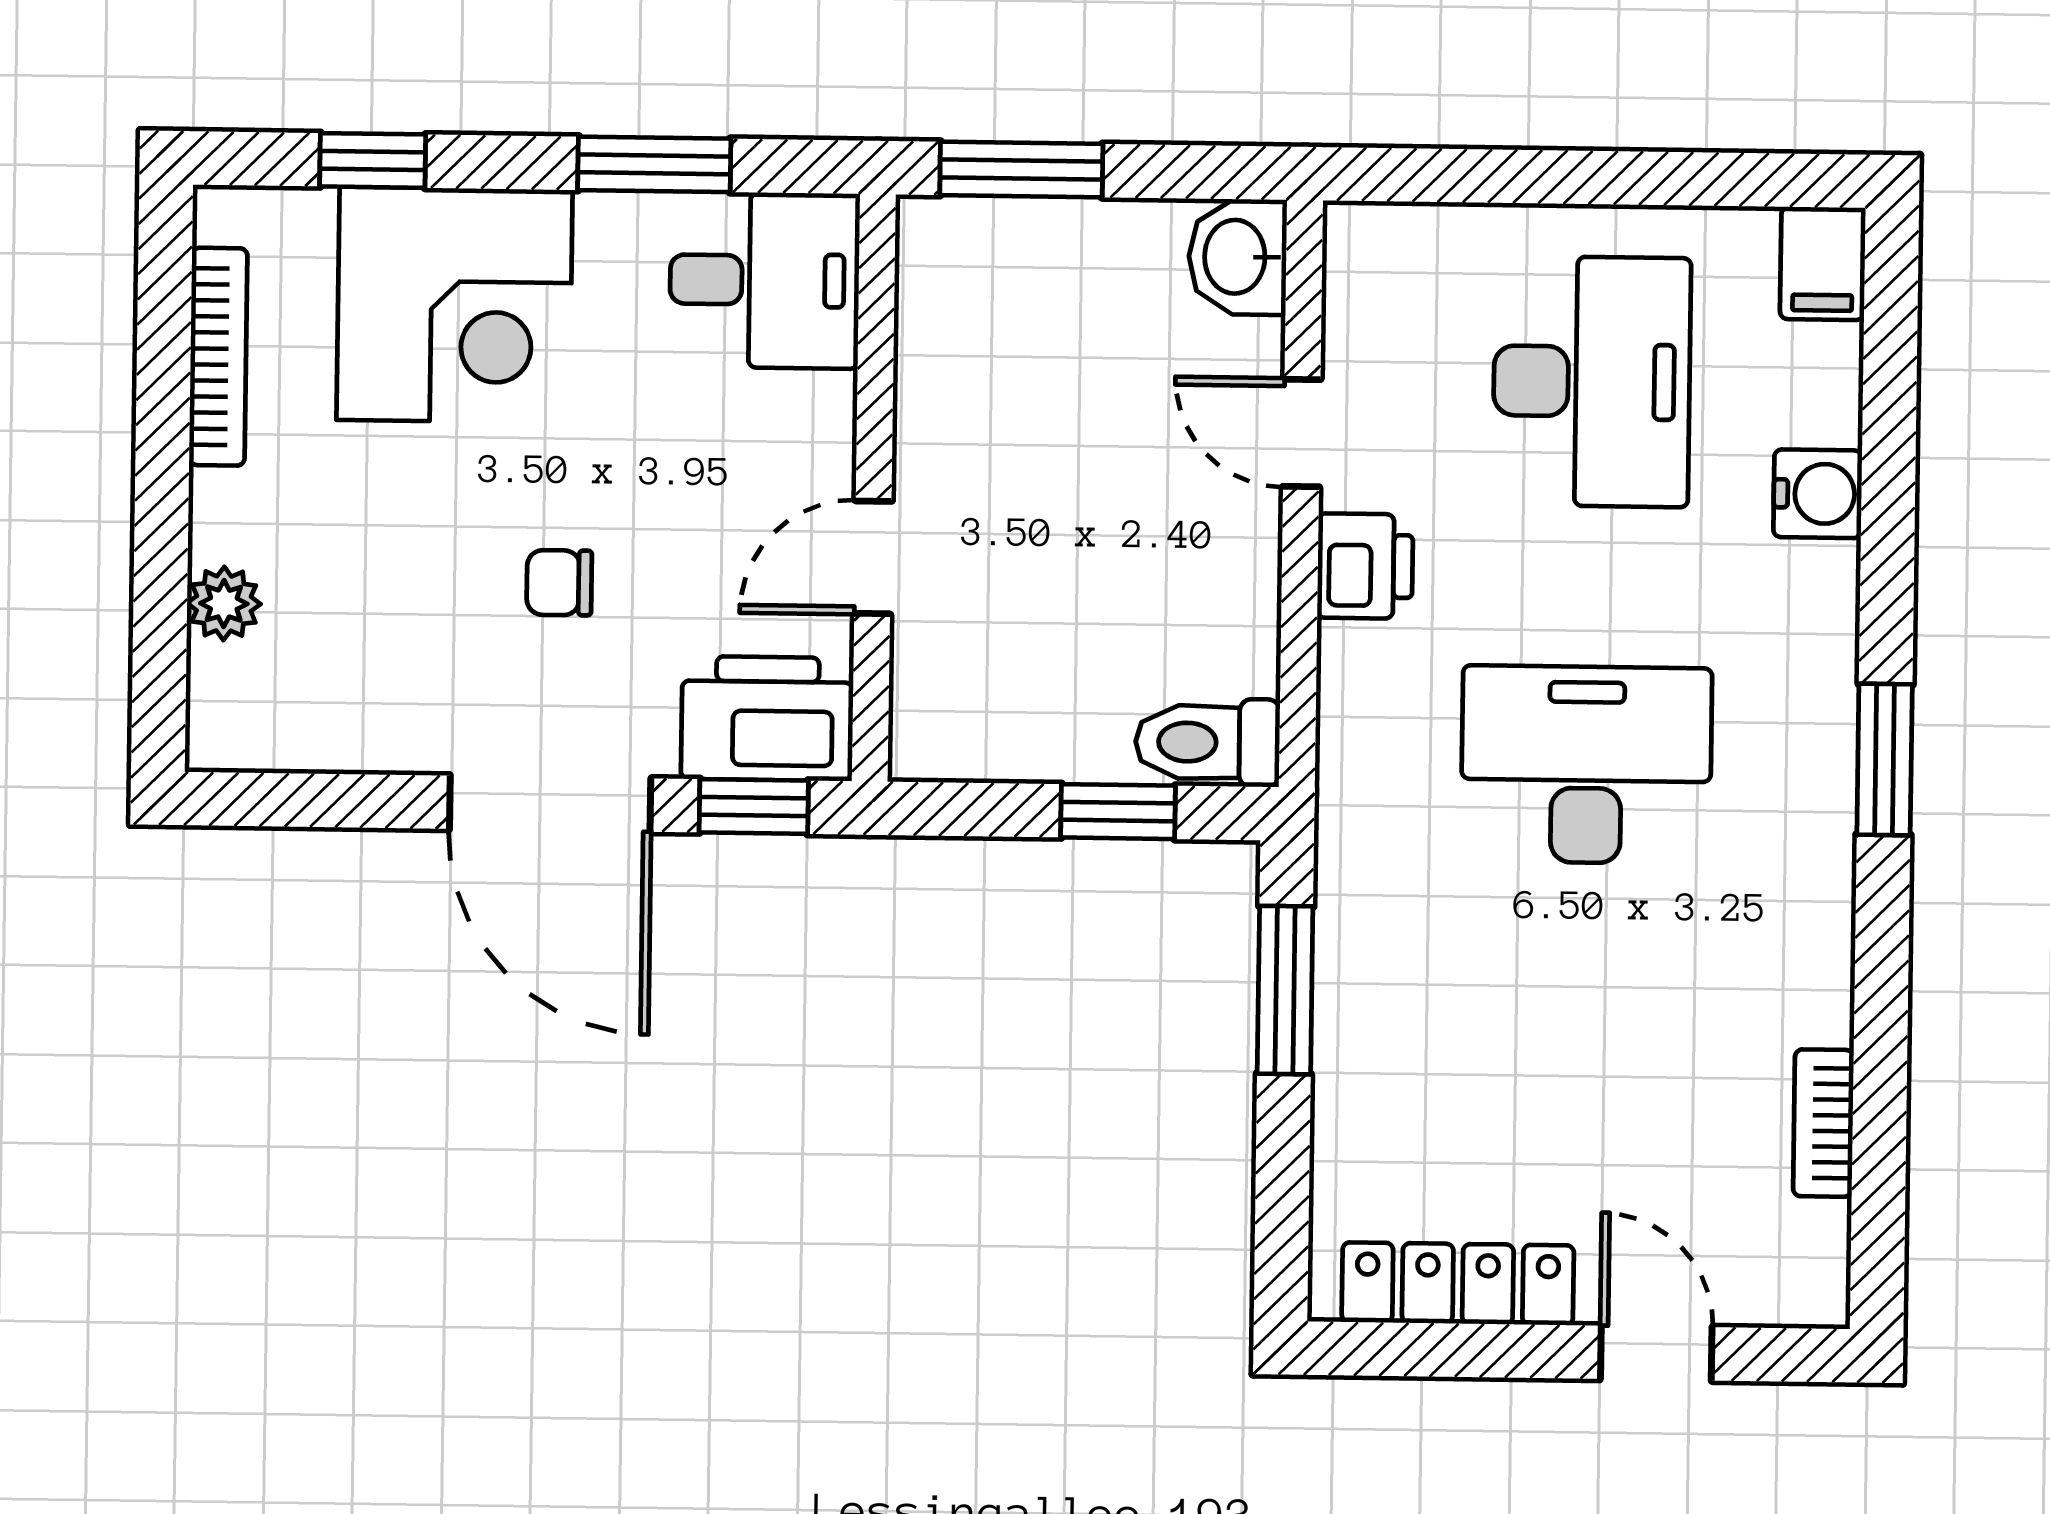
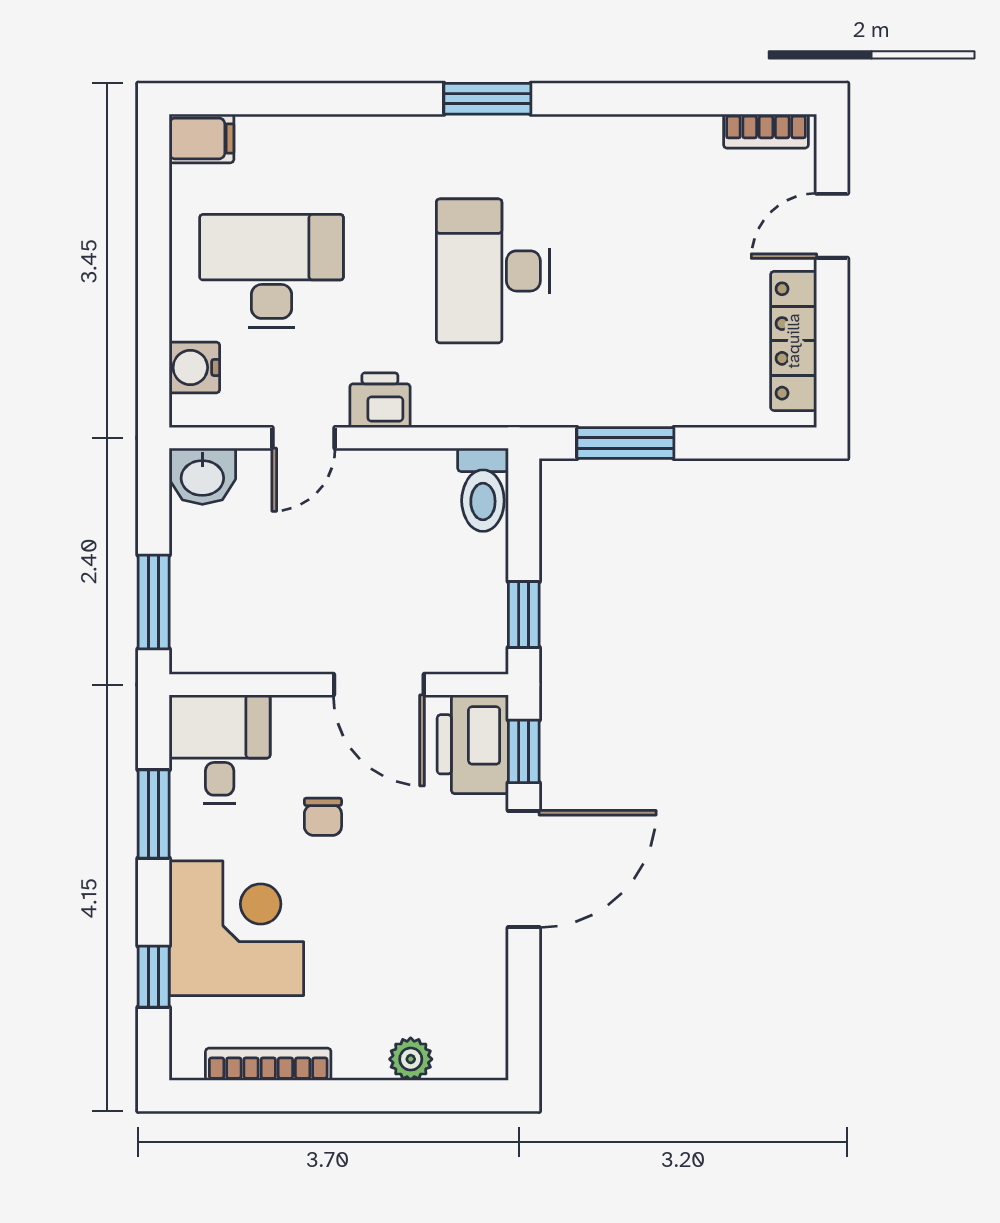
water cooler: (1818, 494) -> (194, 368), moved, turned -90
door: (873, 557) -> (379, 685), width x1.38
chair: (559, 583) -> (323, 817), moved
window: (1118, 812) -> (524, 615), moved
bookcase: (1823, 1123) -> (766, 131), moved

